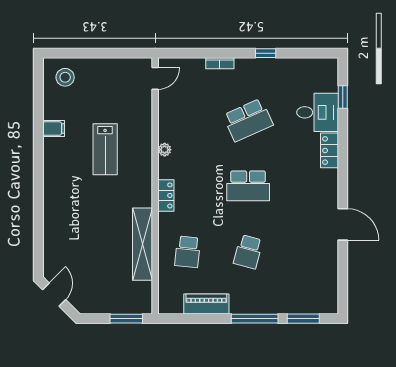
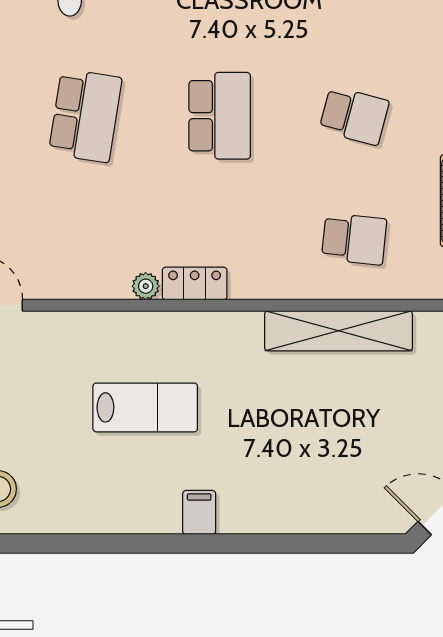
school desk: (248, 120) -> (85, 116), turned 33
filing cabinet: (54, 129) -> (199, 512), moved
locker: (166, 195) -> (195, 283), moved

